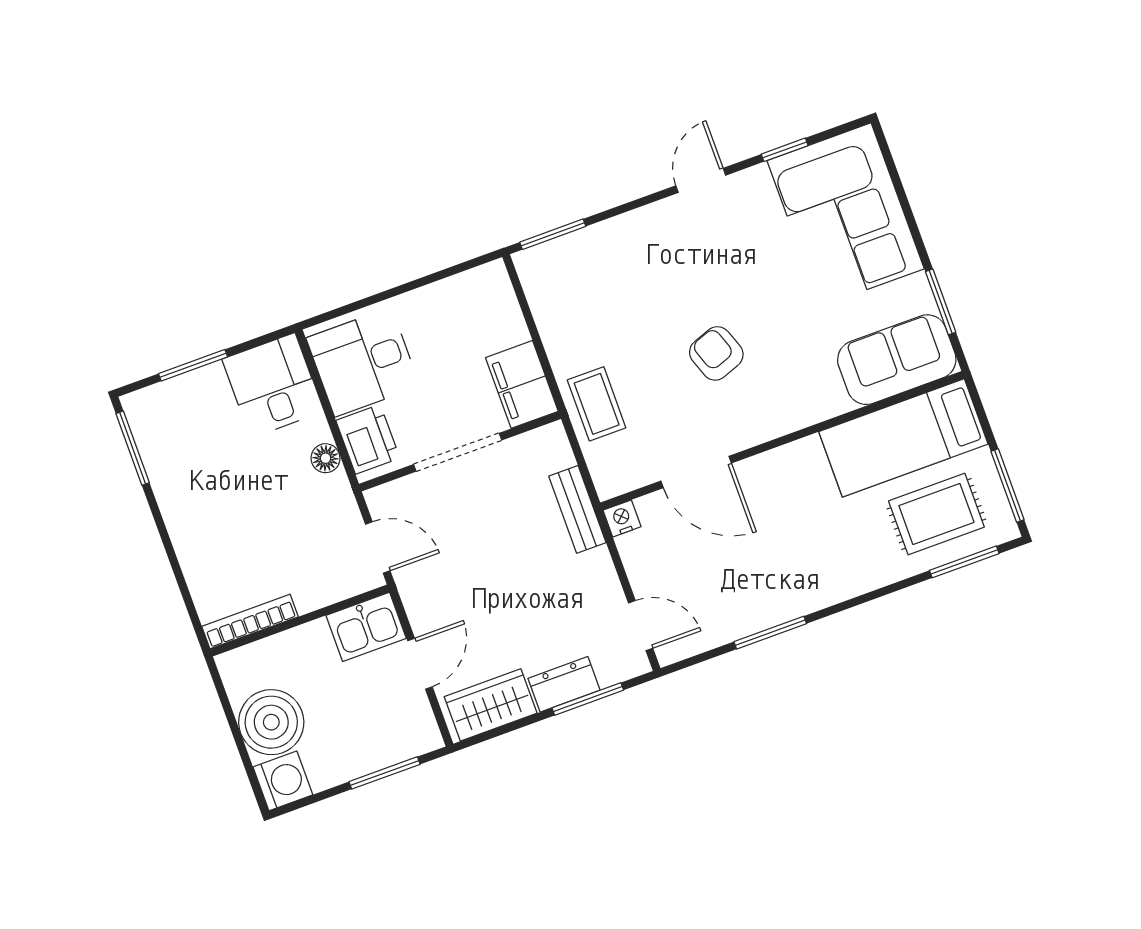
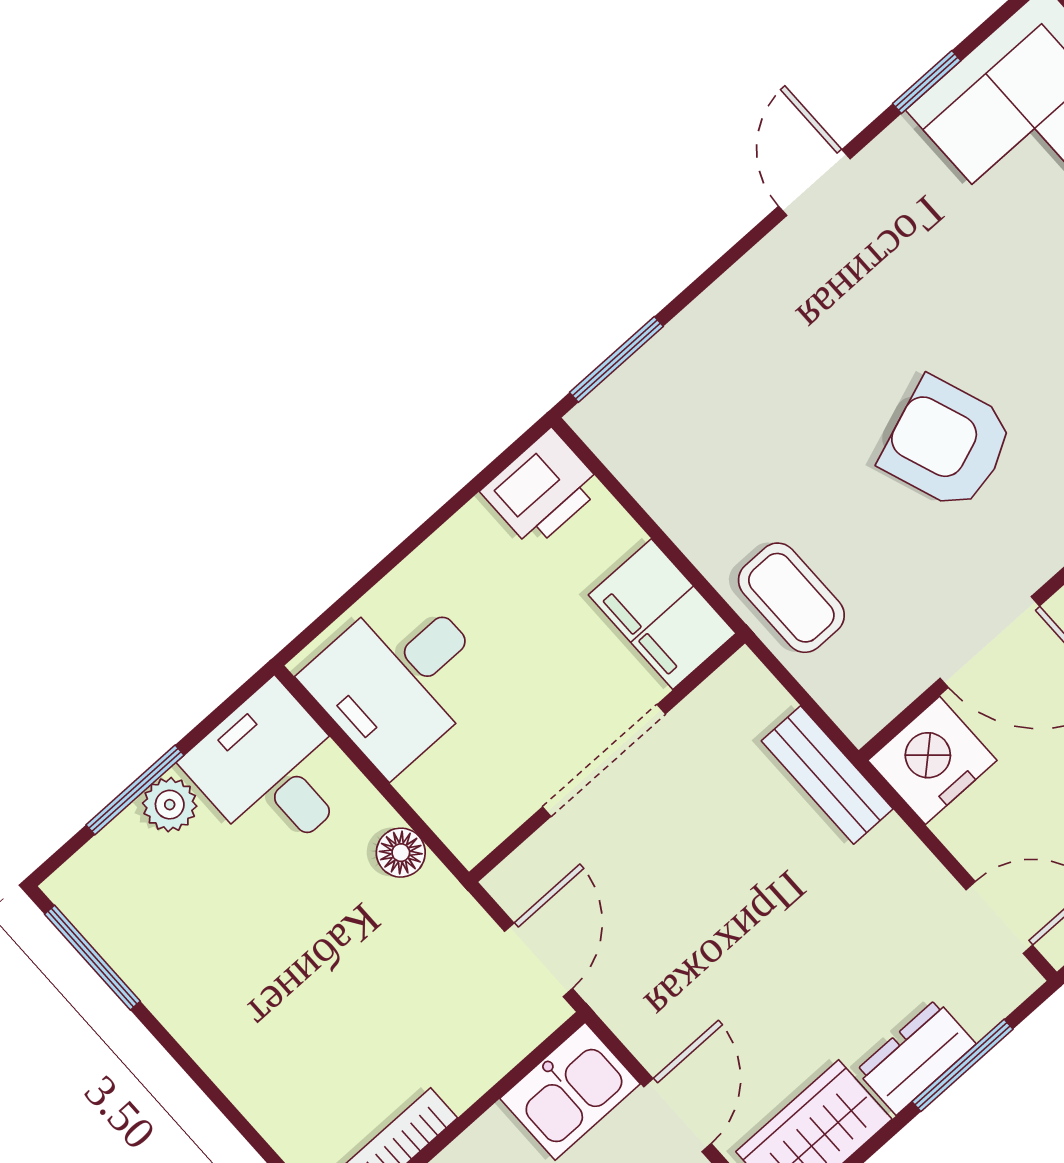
armchair: (716, 353) -> (947, 444), width x1.38, depth x1.38
plant: (209, 381) -> (170, 805), added
printer: (368, 439) -> (542, 489), moved, turned 90
nightstand: (622, 518) -> (932, 760), width x1.89, depth x1.79
door: (378, 548) -> (539, 960), hinge flipped

